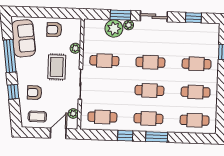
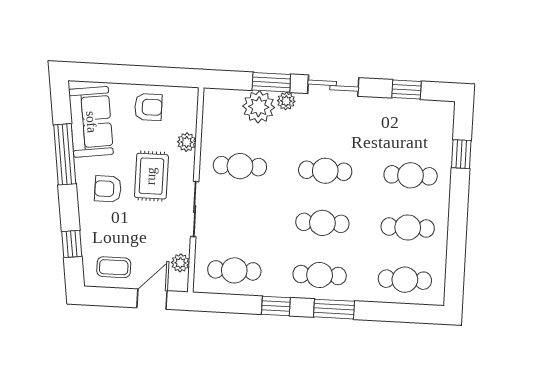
armchair: (54, 30) -> (148, 107), turned 180
window: (13, 92) -> (72, 244), moved
armchair: (35, 93) -> (108, 189), moved

